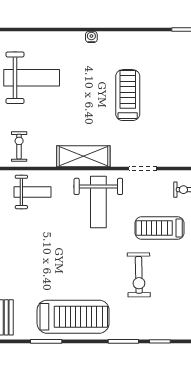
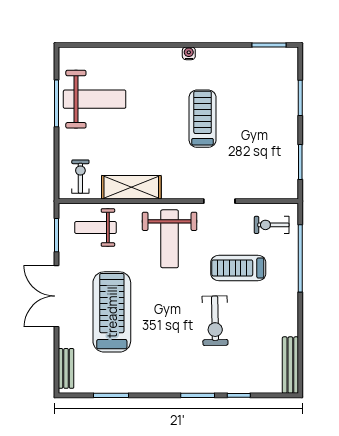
water cooler: (91, 37) -> (189, 53), moved
shelving: (83, 156) -> (131, 187), moved
weight bench: (32, 192) -> (95, 227), turned 180
treadmill: (73, 317) -> (112, 312), moved, turned -90

